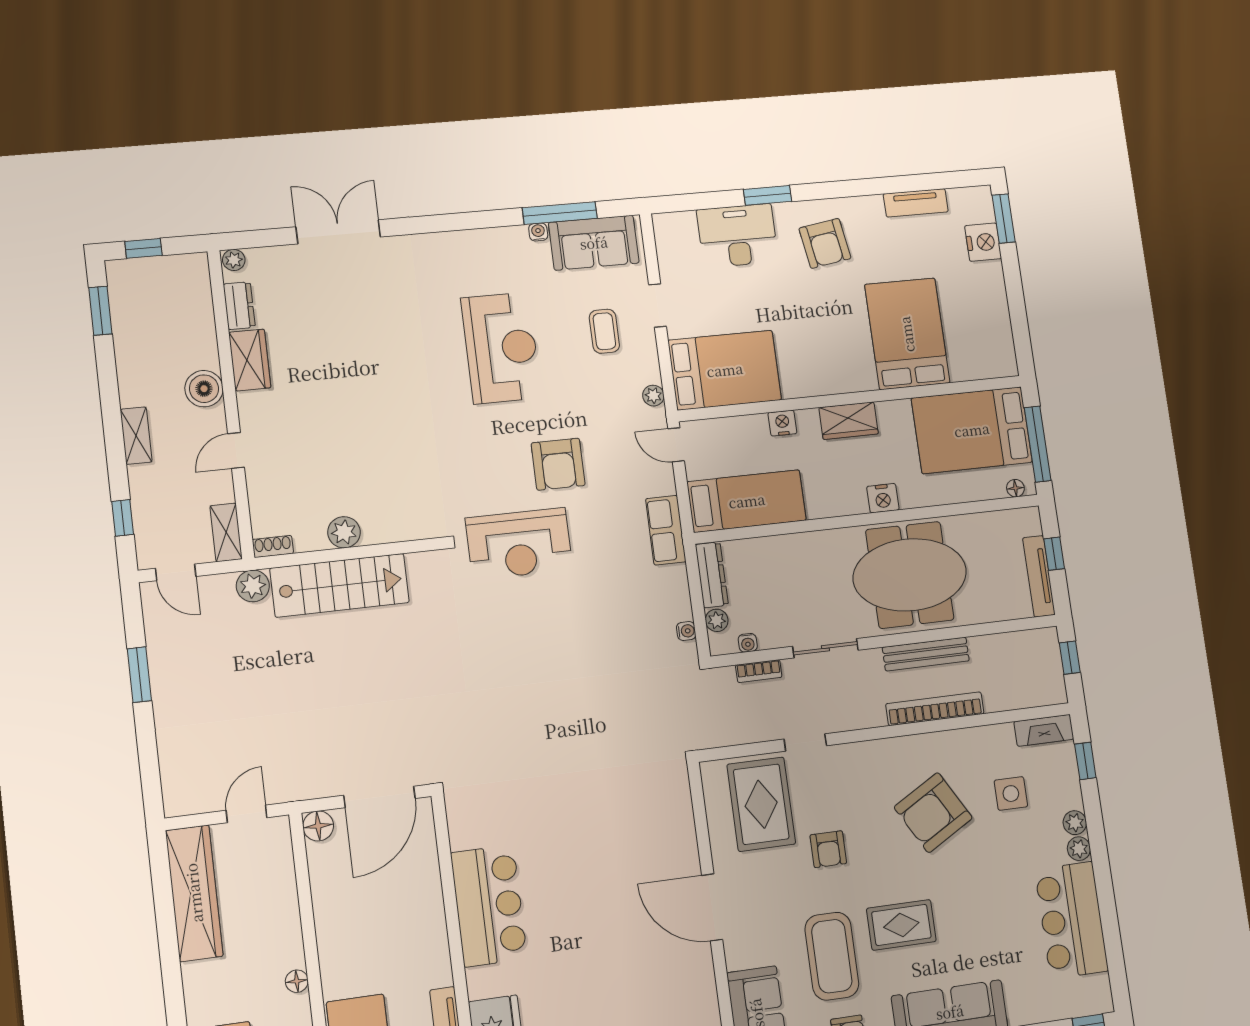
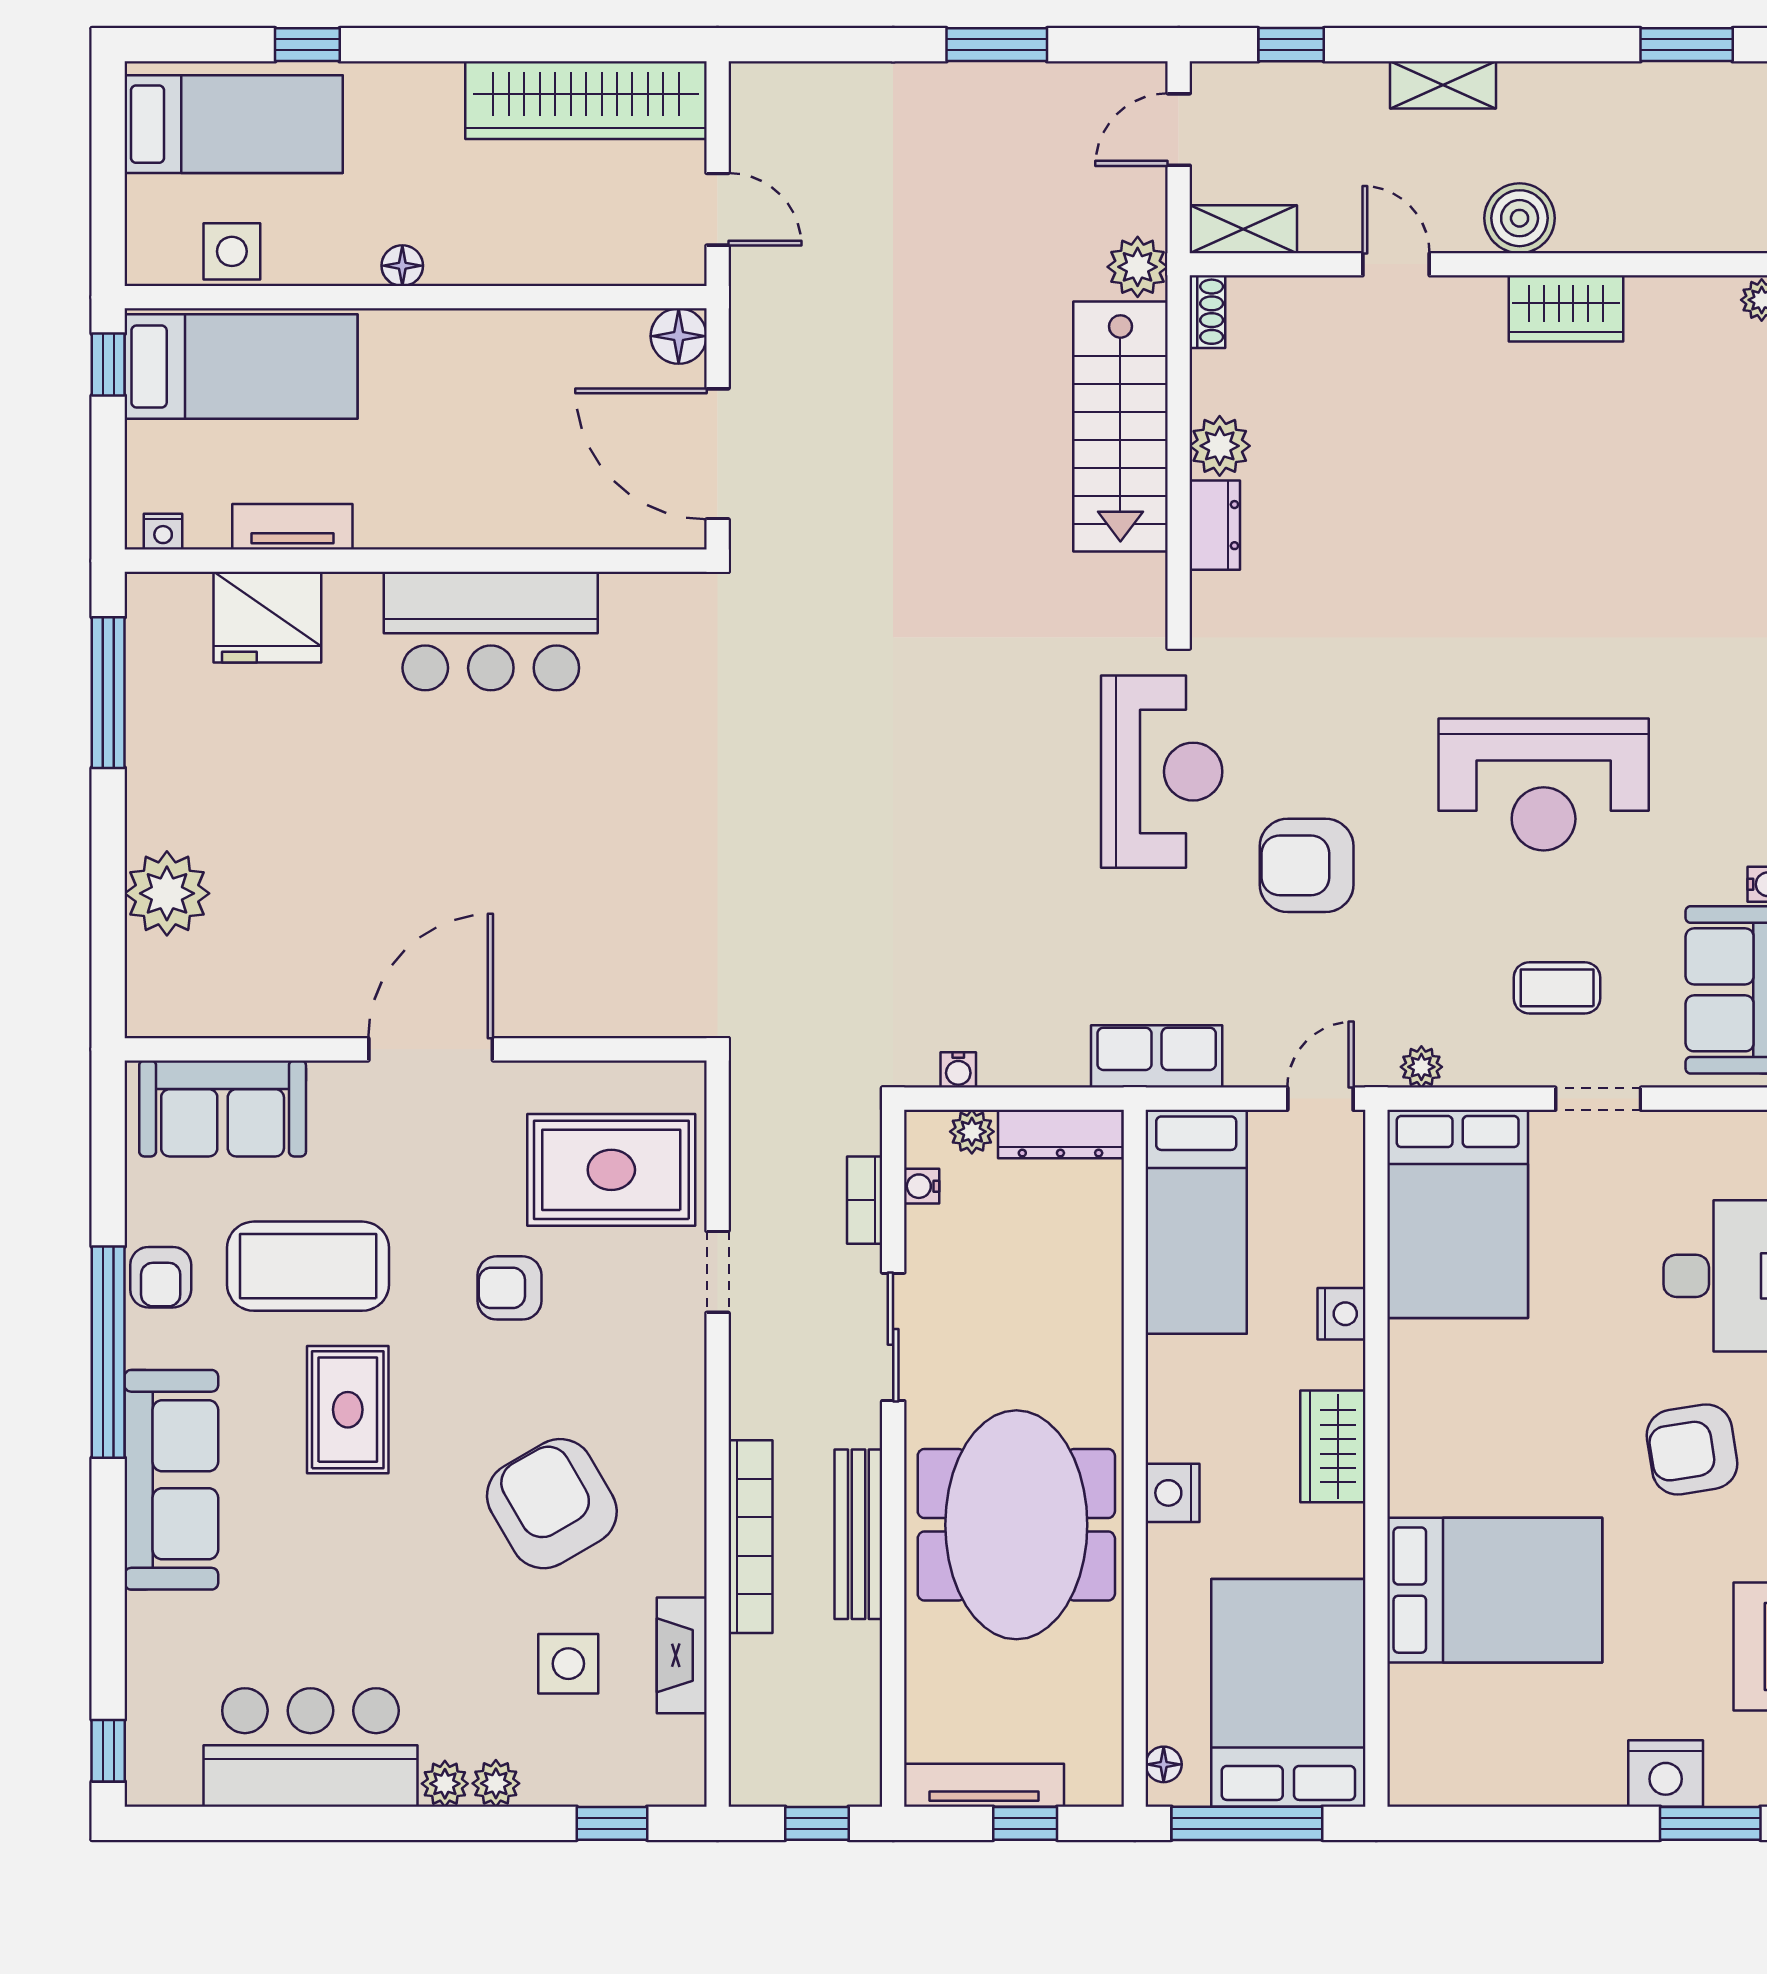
dresser: (239, 306) -> (1215, 525), moved, turned -90
reception desk: (519, 544) -> (1162, 772), turned 180
fireplace: (1044, 730) -> (682, 1655), moved

